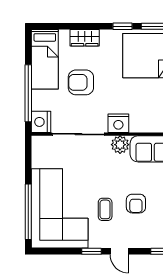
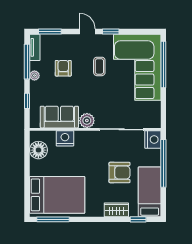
window: (122, 26) -> (138, 219), moved
nightstand: (118, 123) -> (65, 138), moved
armchair: (136, 204) -> (63, 68), moved

